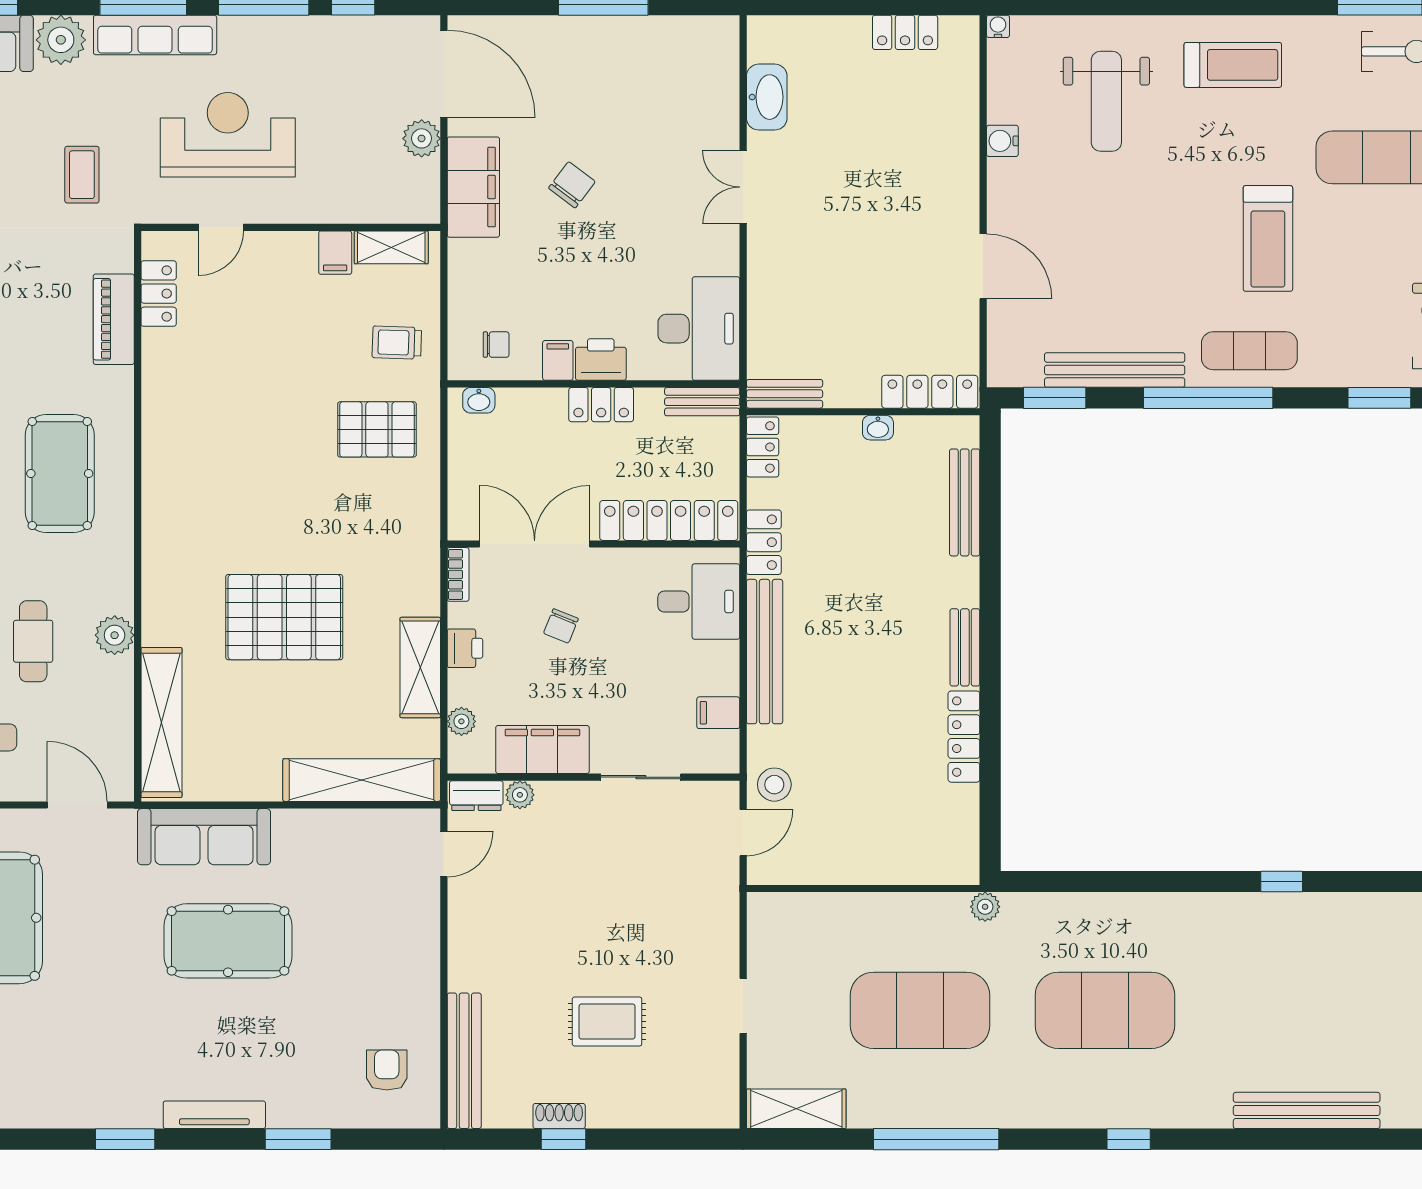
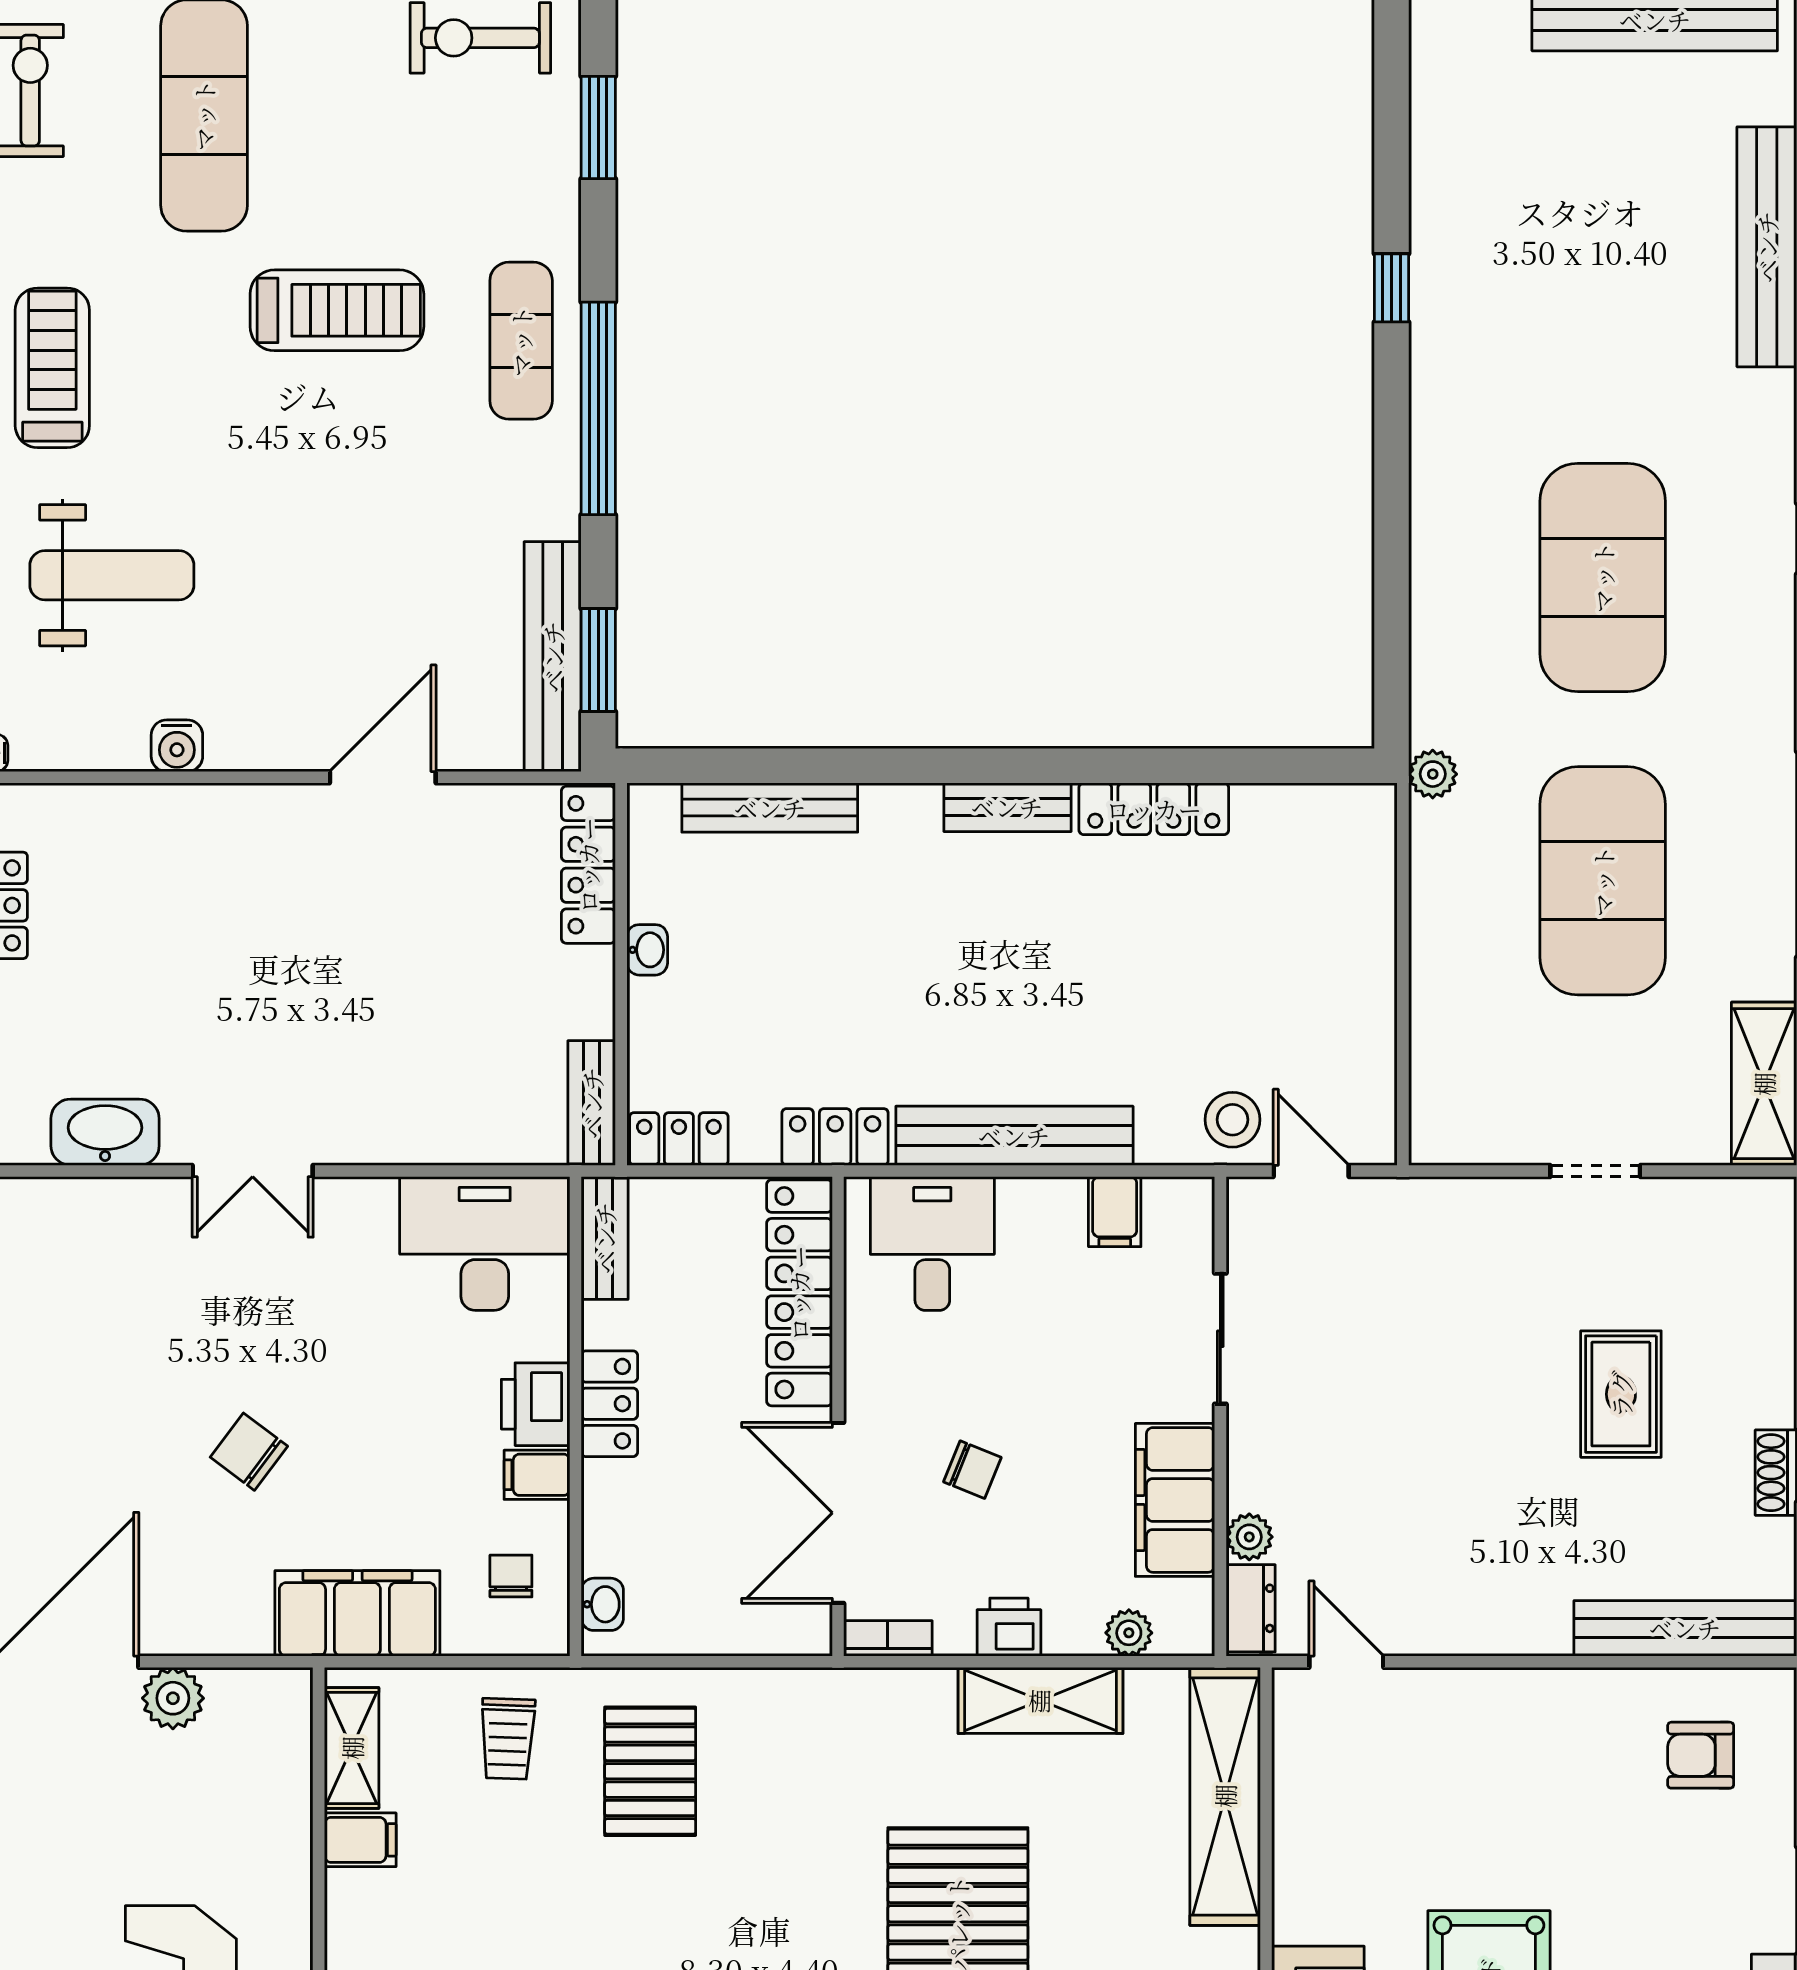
filing cabinet: (473, 187) -> (357, 1613), moved
bench: (1115, 370) -> (553, 657), moved

